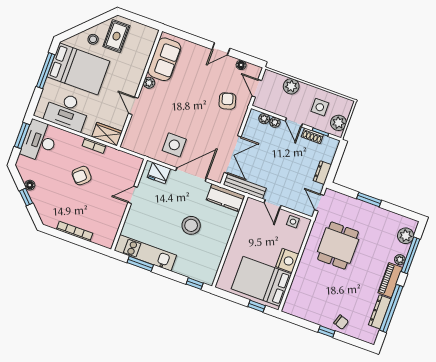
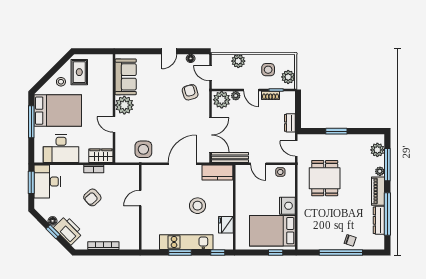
plant: (149, 83) -> (124, 105), width x1.87, depth x1.87
plant: (264, 119) -> (222, 100), width x1.87, depth x1.87
side table: (174, 145) -> (143, 149), moved
fridge: (159, 173) -> (226, 225), moved, turned 90
printer: (43, 201) -> (68, 230), added
kitchen unit: (145, 253) -> (186, 242), moved
window: (140, 264) -> (180, 253), moved
window: (326, 331) -> (341, 253), width x3.17

